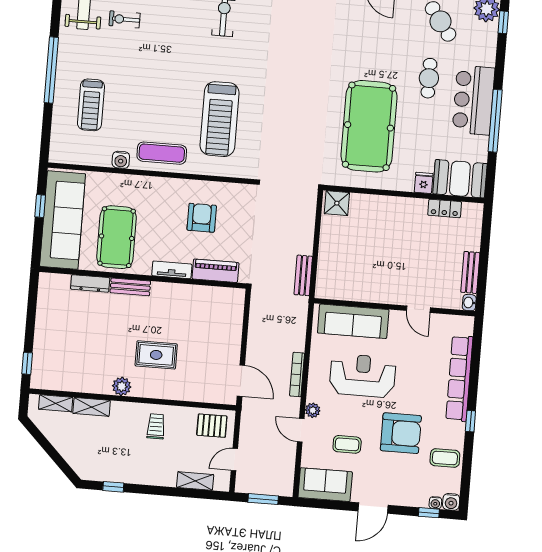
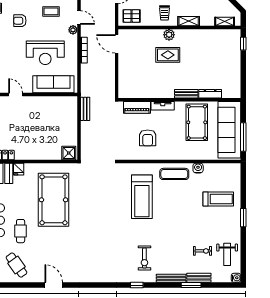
window: (51, 70) -> (243, 218), width x0.47
treadmill: (91, 105) -> (218, 199), turned 90
treadmill: (220, 119) -> (142, 197), turned 180
window: (40, 206) -> (243, 137), width x2.17
plant: (122, 386) -> (169, 35), moved
shelving: (92, 407) -> (189, 21), moved
armchair: (401, 433) -> (20, 21), width x0.53, depth x0.53

